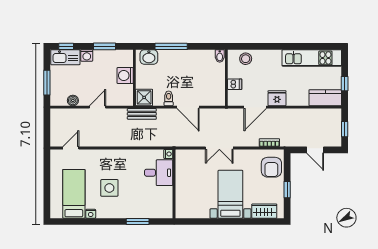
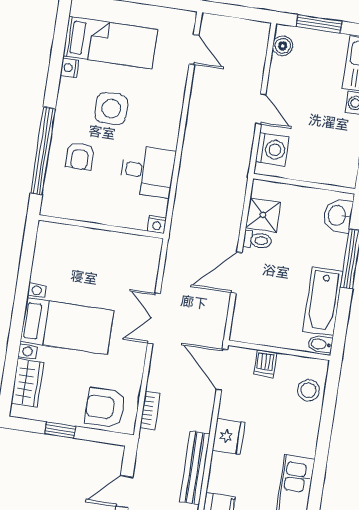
bathtub: (196, 58) -> (323, 301), added
washing machine: (125, 75) -> (272, 149), moved, turned 90
shower: (144, 97) -> (263, 215), moved
boiler: (73, 100) -> (283, 46), moved
door: (255, 107) -> (222, 370), moved
bench: (142, 114) -> (195, 468), moved, width x1.36
desk: (159, 173) -> (147, 171), moved, turned -90
armchair: (137, 201) -> (80, 156), added
window: (138, 222) -> (43, 151), width x2.11

